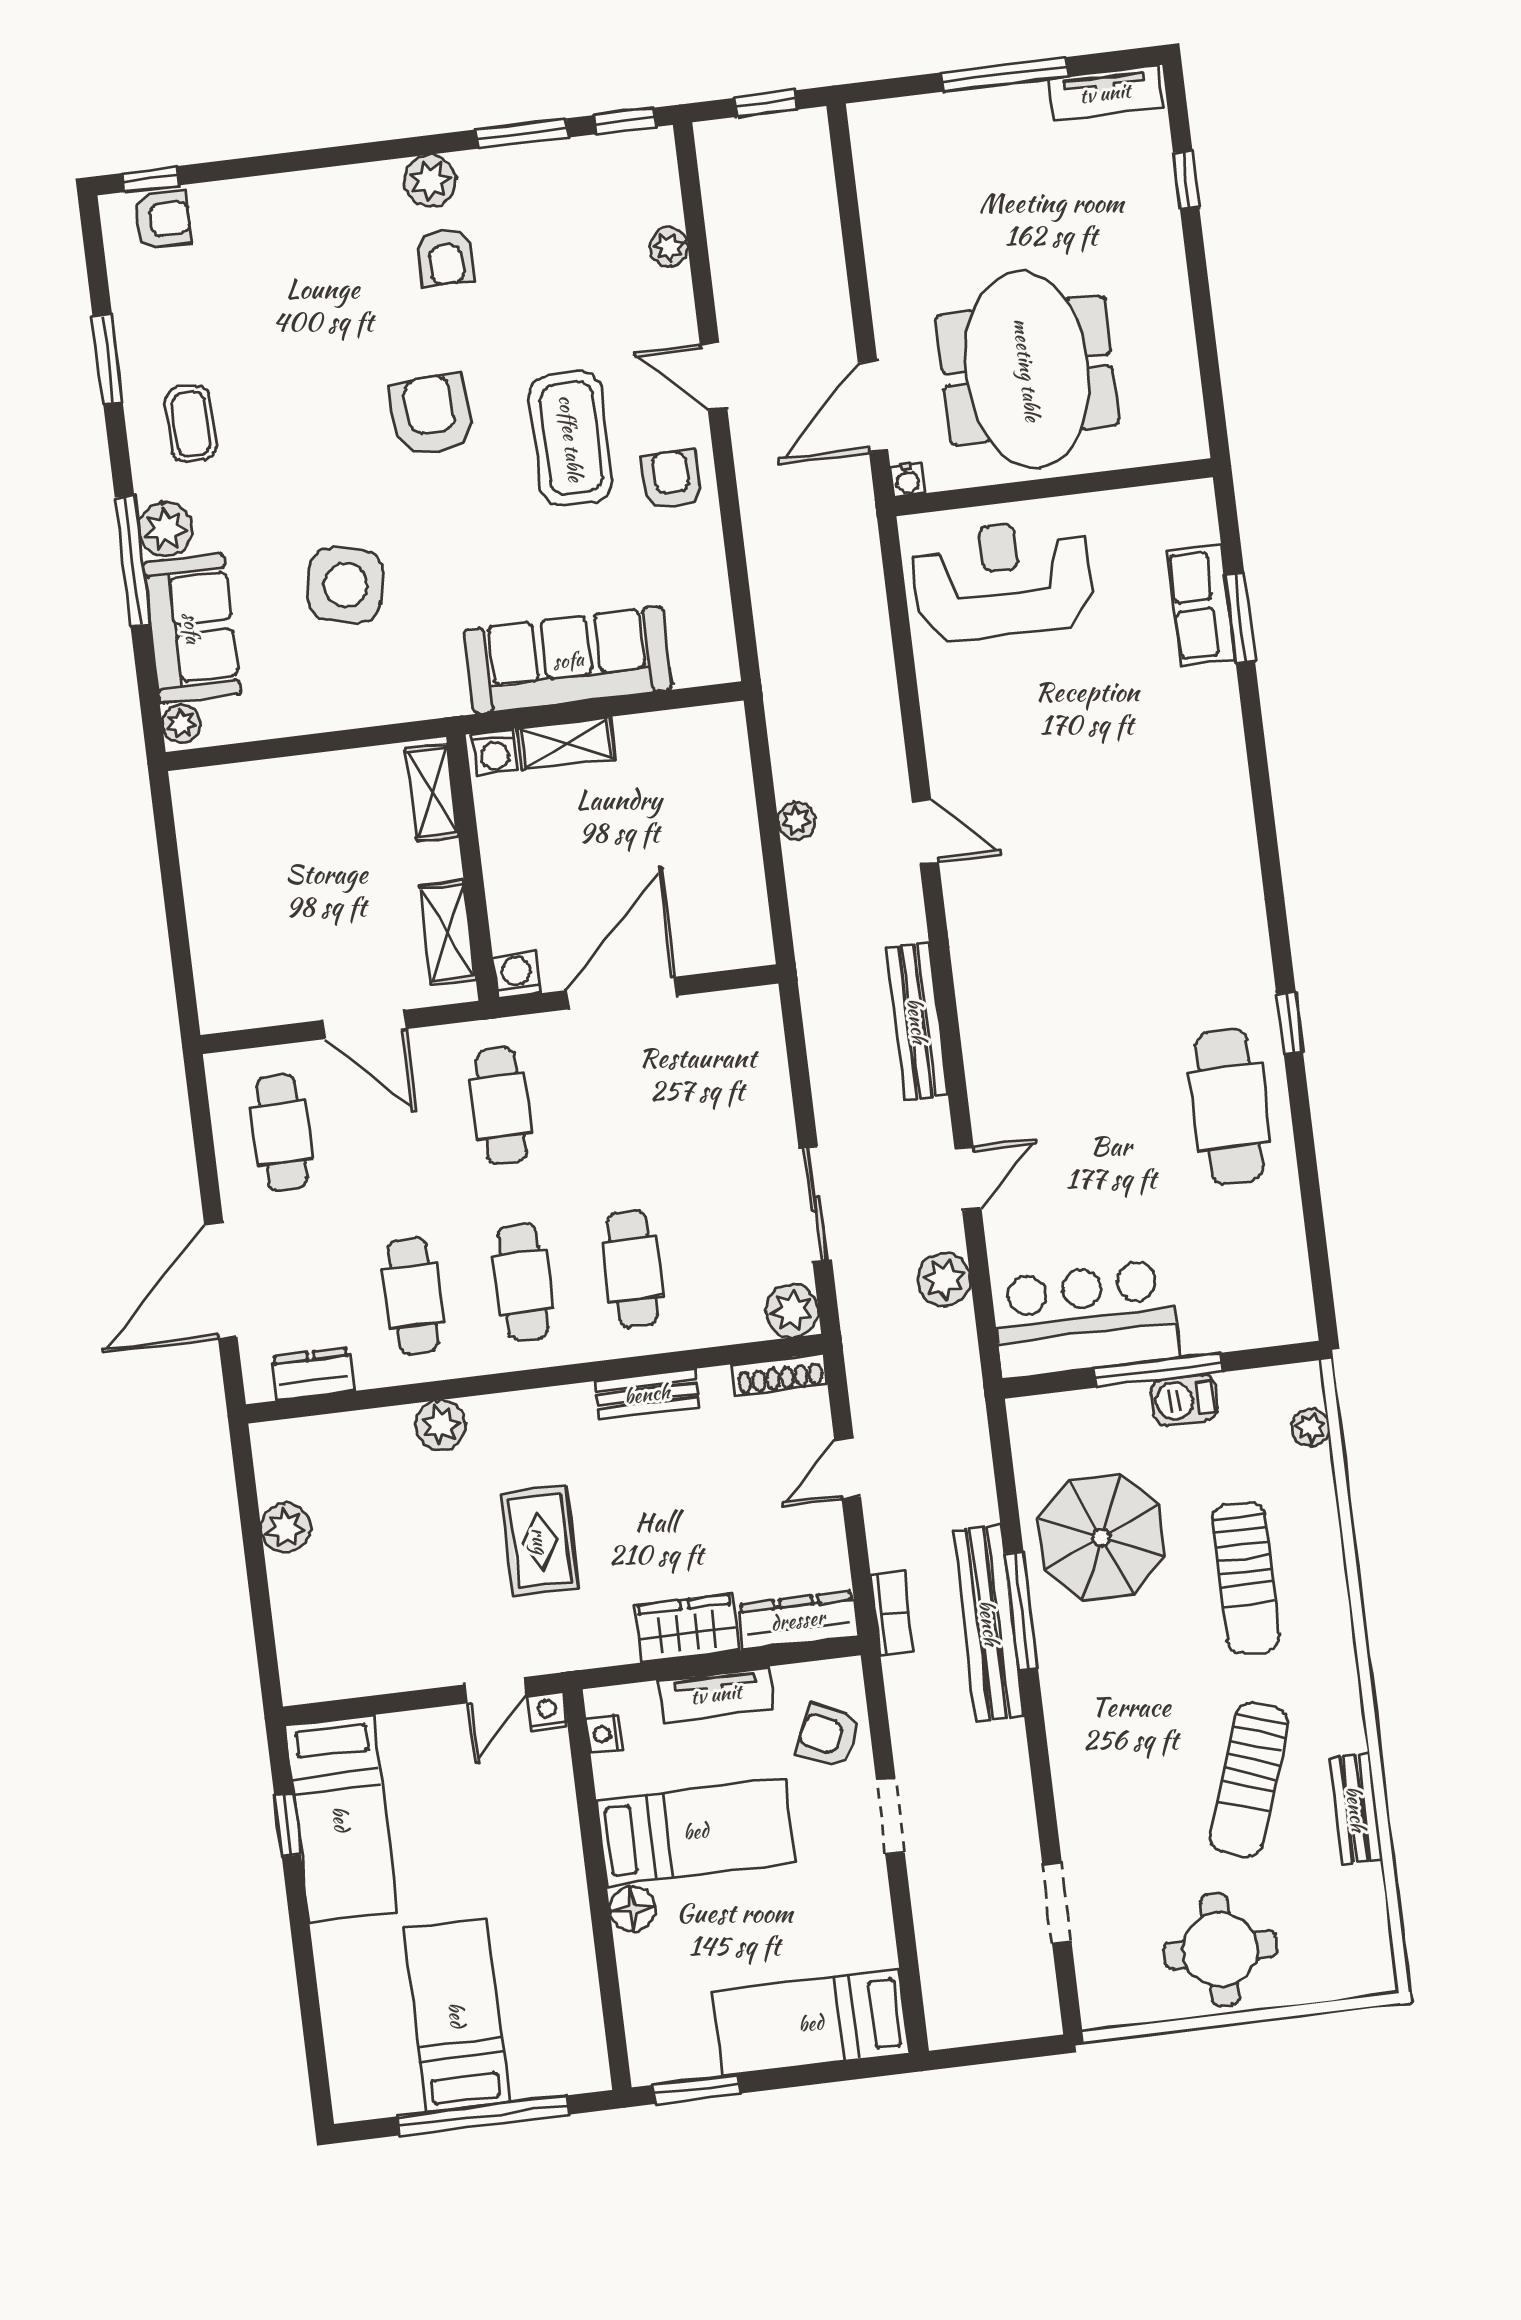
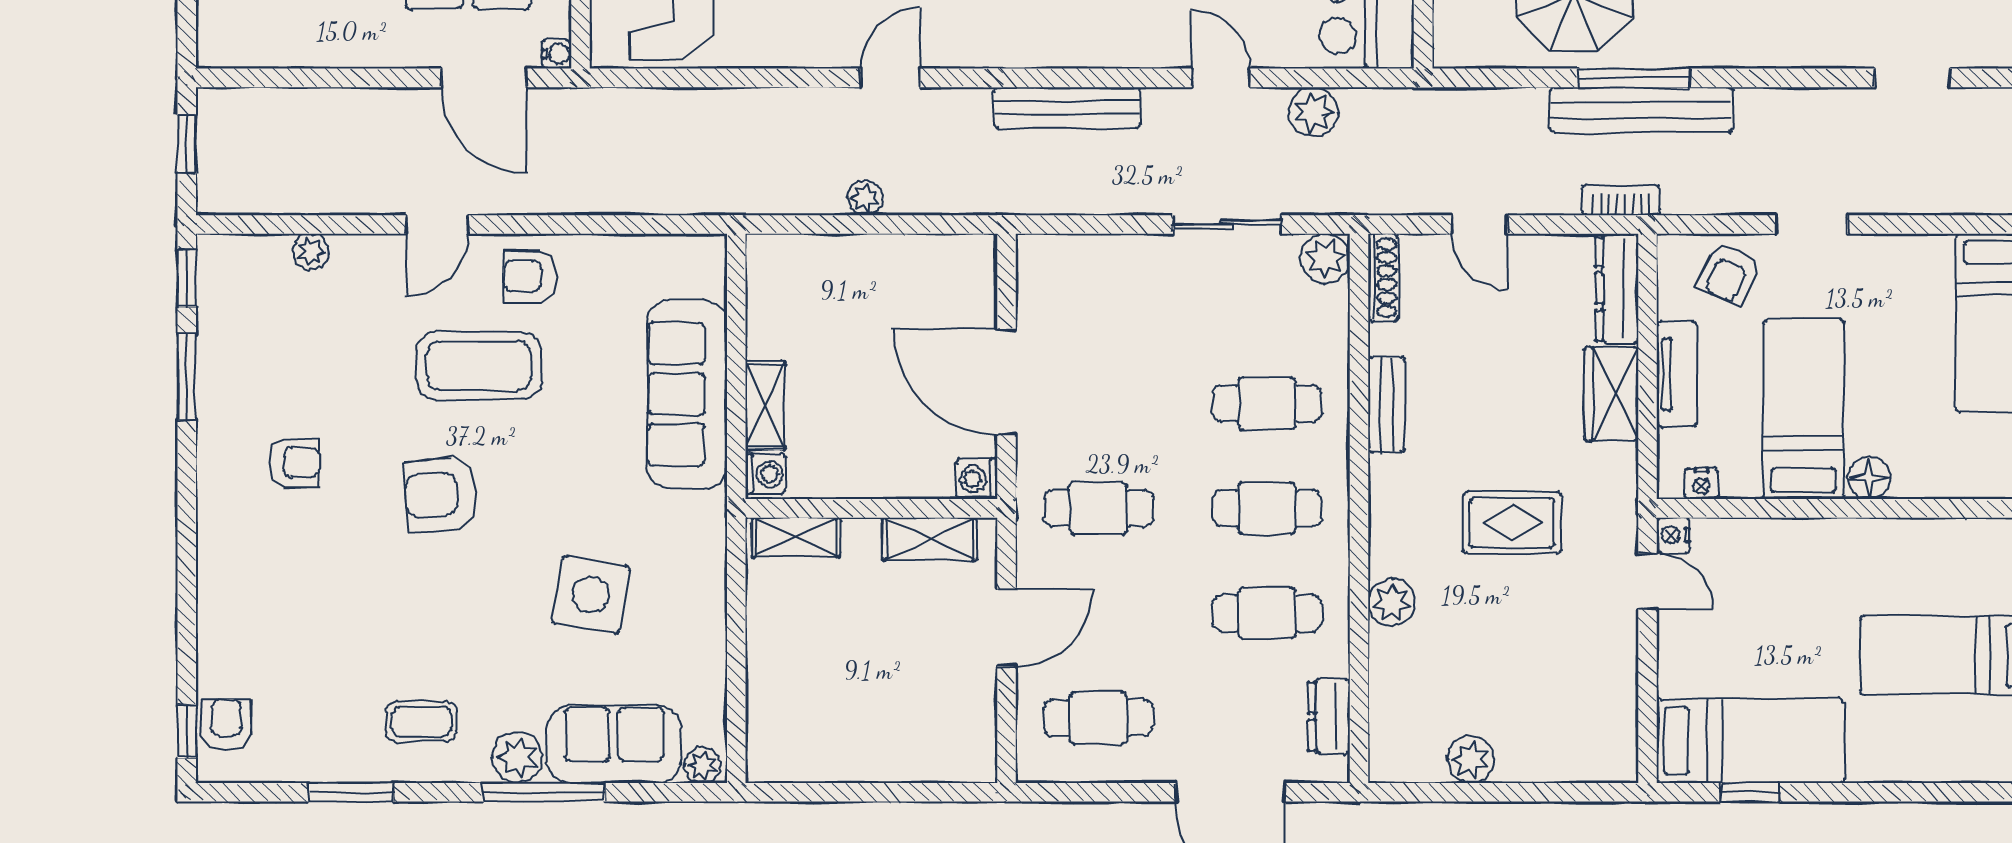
plant: (430, 181) -> (220, 468), removed

